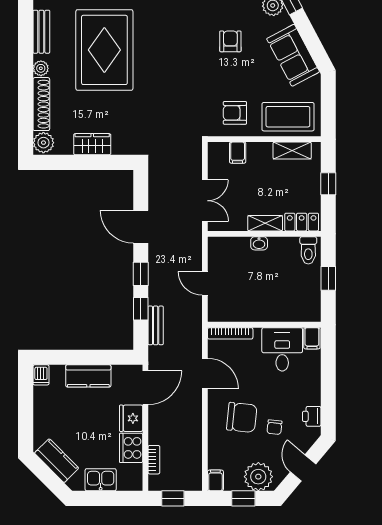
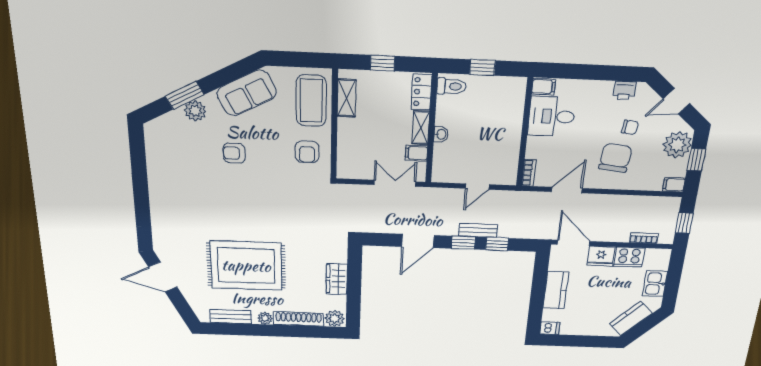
filing cabinet: (238, 153) -> (416, 153), moved, turned 180
bench: (156, 325) -> (478, 230), moved
bookcase: (230, 333) -> (529, 173), width x0.64

